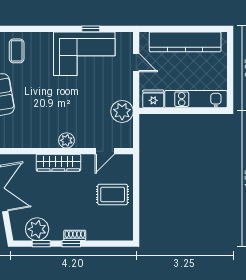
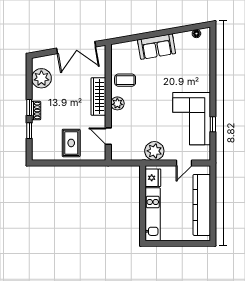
coffee table: (17, 51) -> (125, 80), moved
plant: (122, 111) -> (154, 151), moved
window: (41, 244) -> (29, 131), moved

